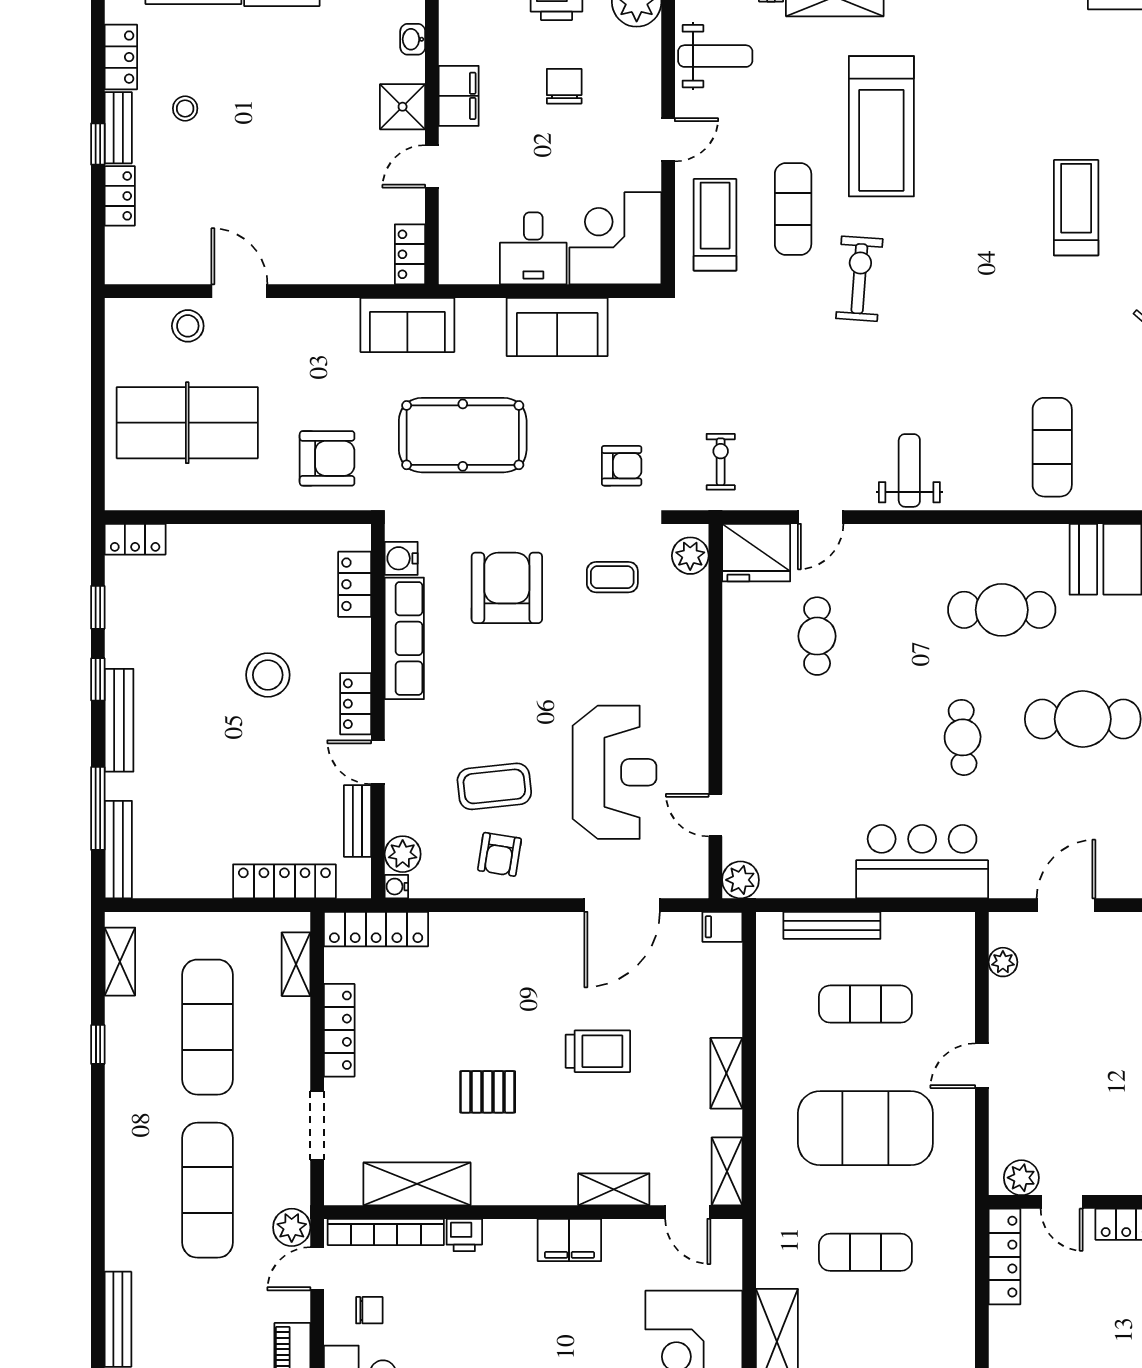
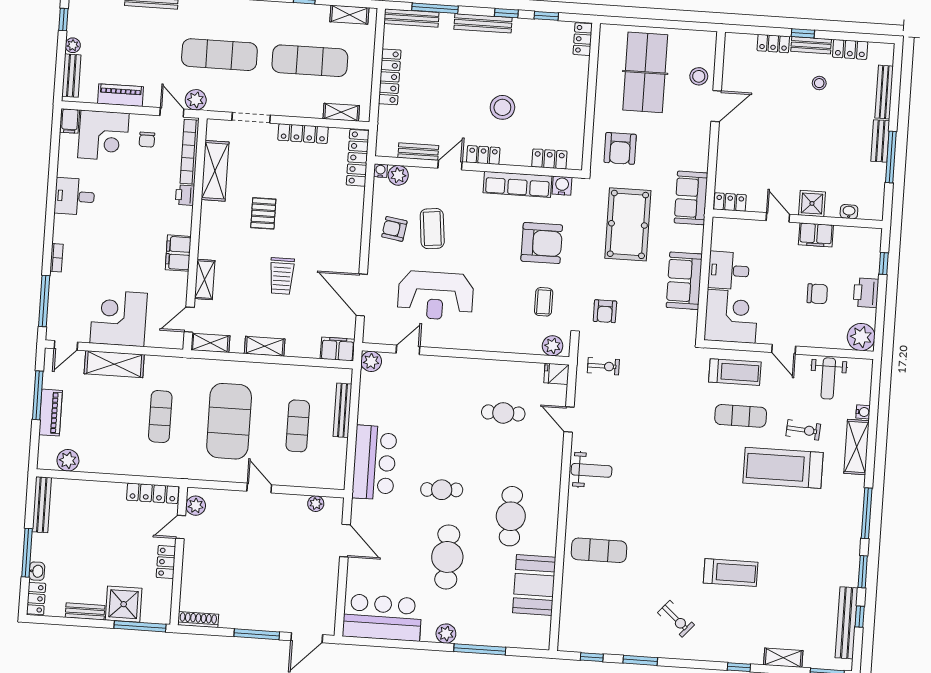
exercise bike: (859, 279) -> (803, 430), moved, width x0.73, depth x0.72
fridge: (756, 553) -> (556, 374), width x0.53, depth x0.75
locker: (284, 881) -> (390, 77), moved
filing cabinet: (722, 927) -> (338, 349), width x2.00

